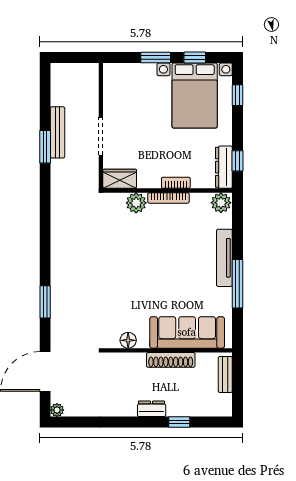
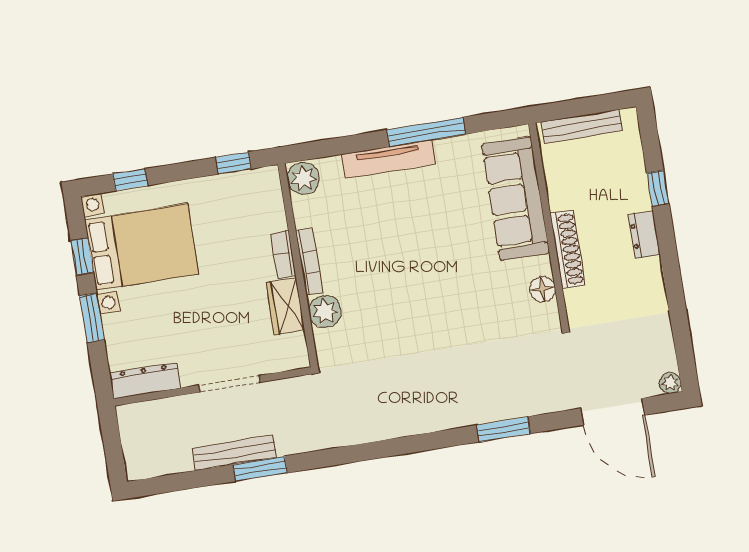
dresser: (224, 167) -> (145, 381), moved, turned 180
wardrobe: (120, 179) -> (285, 306), moved
shoe rack: (171, 360) -> (568, 249), moved
bench: (225, 374) -> (582, 126), width x1.36

